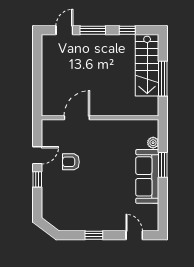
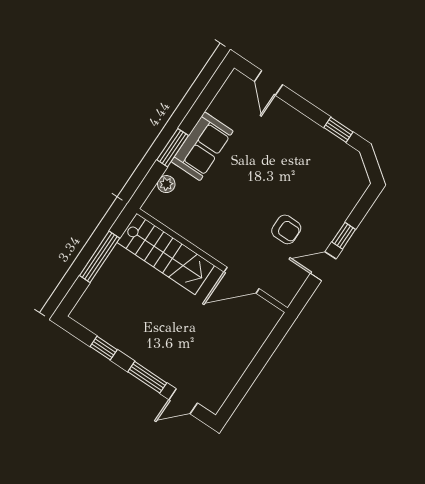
stairs: (147, 65) -> (166, 254), moved, turned 90
sofa: (147, 176) -> (202, 146), width x0.73
window: (94, 235) -> (338, 130), moved

